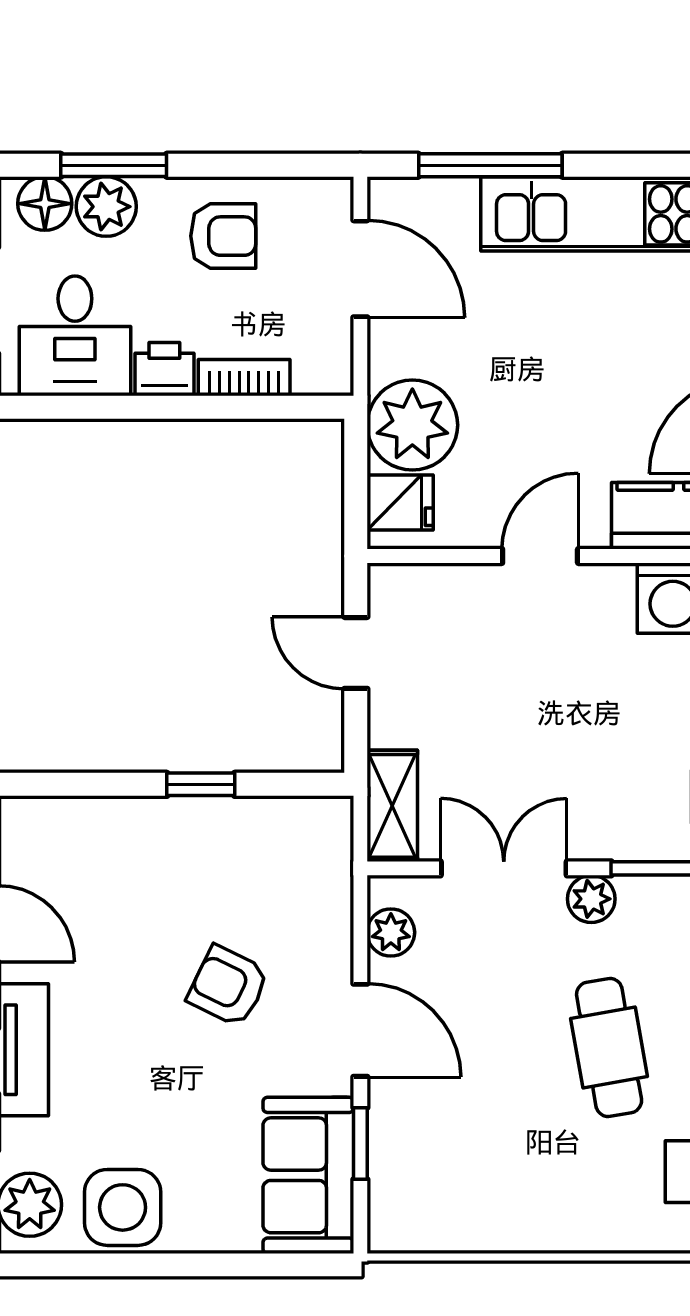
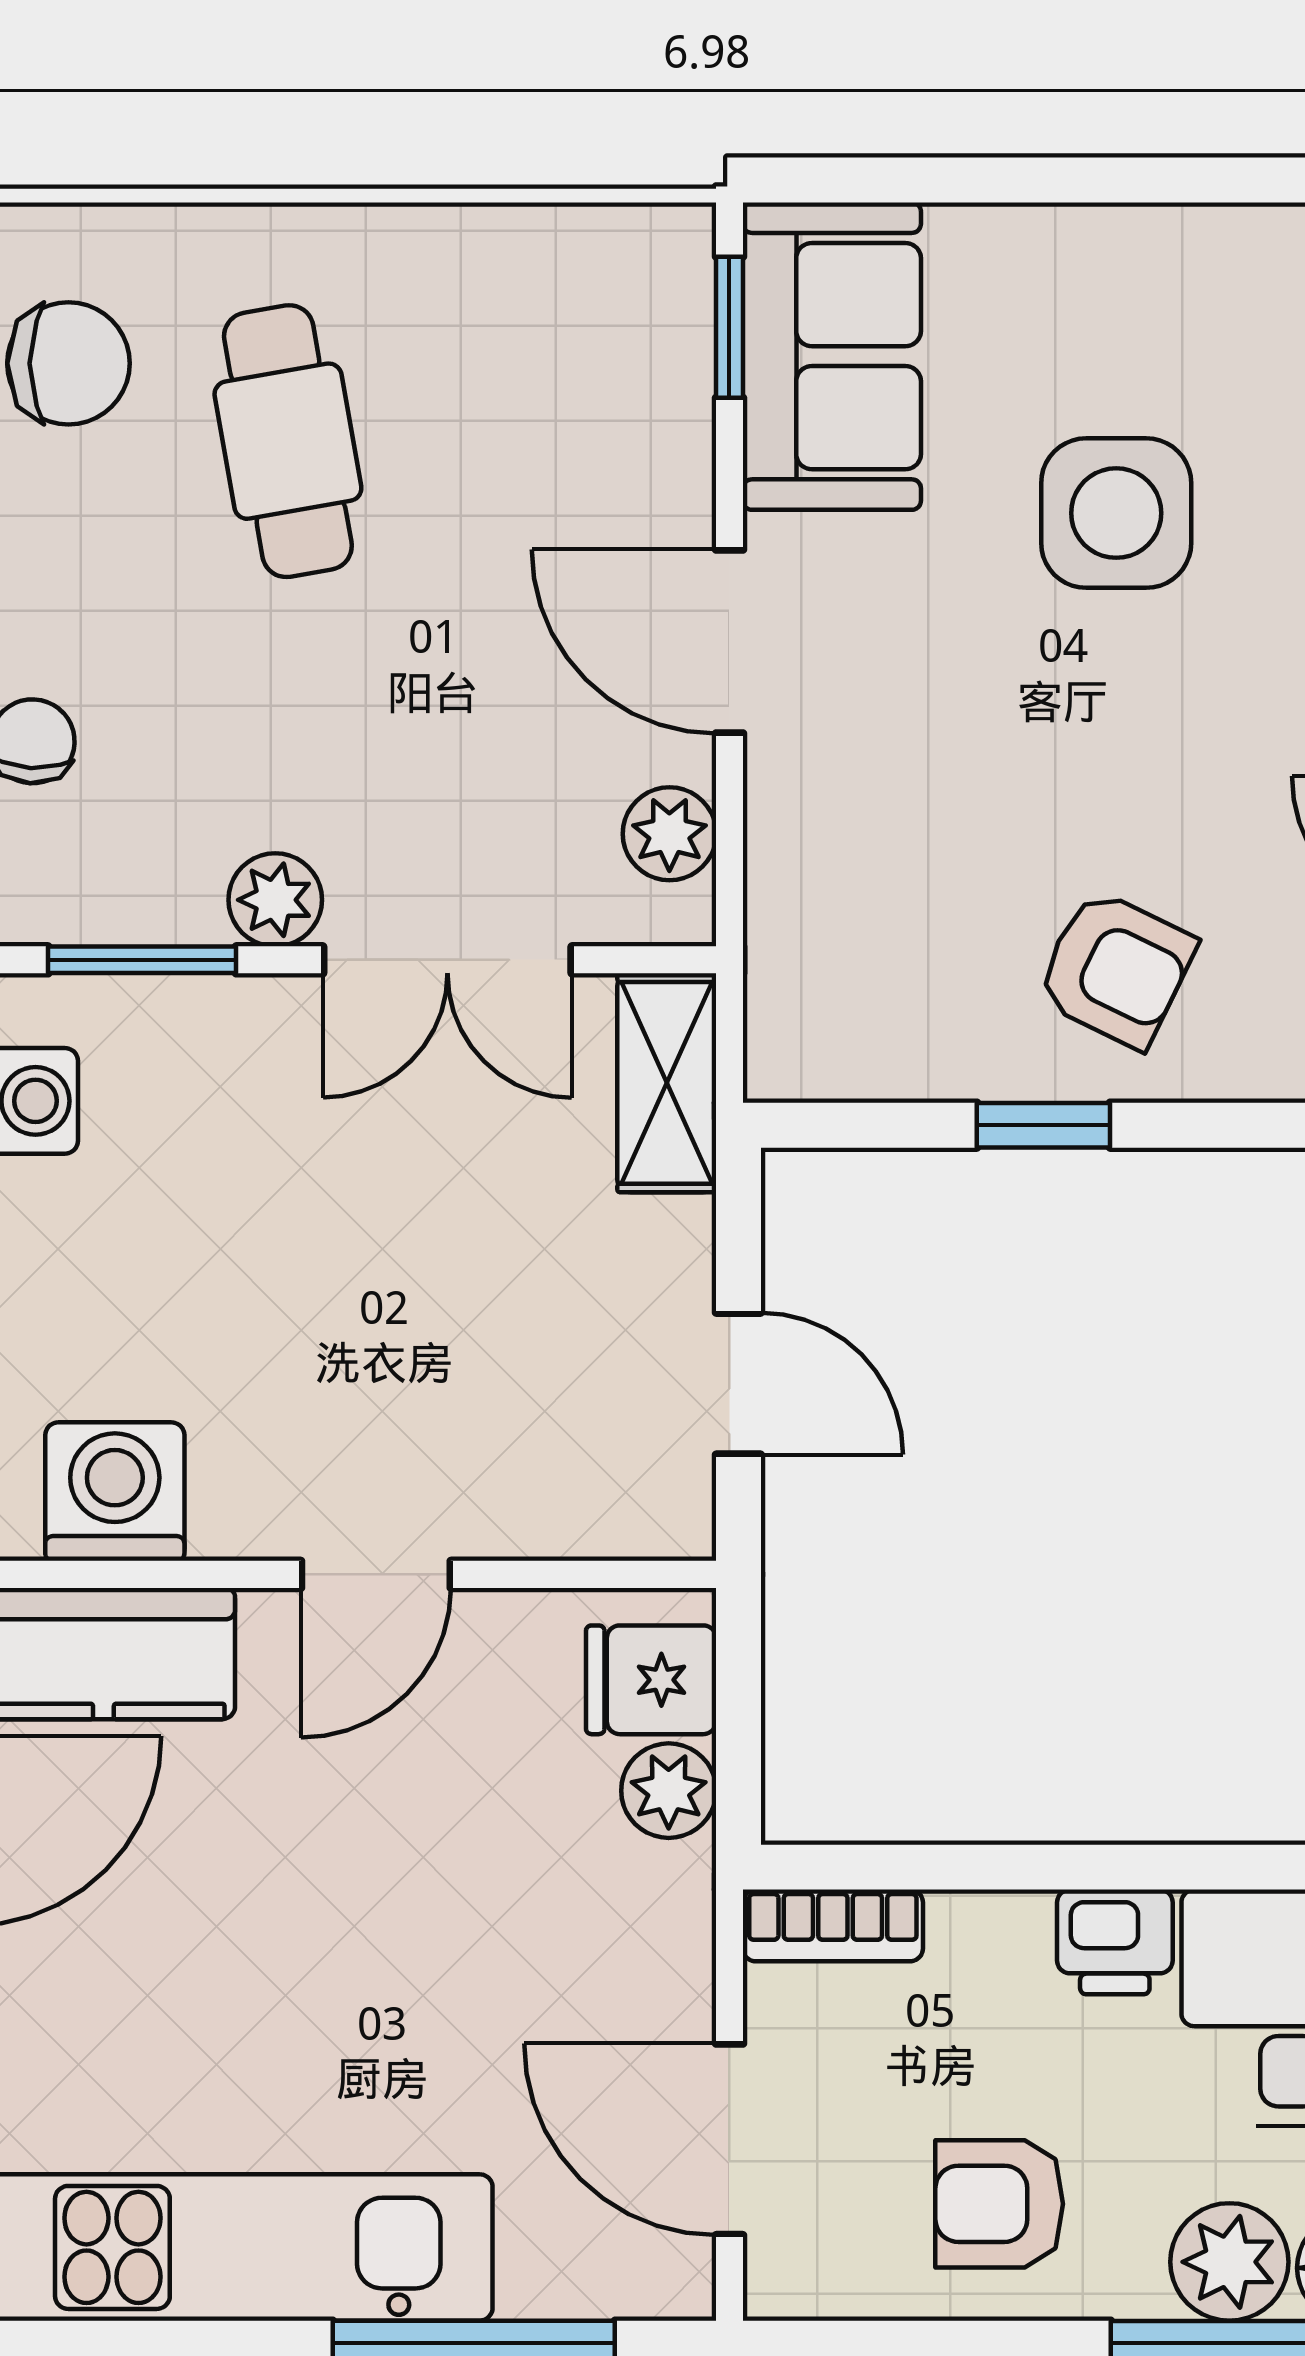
bookcase: (244, 378) -> (833, 1925), moved
plant: (412, 425) -> (669, 1791), width x0.53, depth x0.53
armchair: (228, 986) -> (1116, 969), moved
cafe table: (609, 1048) -> (288, 441), moved
window: (360, 1143) -> (729, 327), moved
side table: (123, 1207) -> (1116, 513), moved

